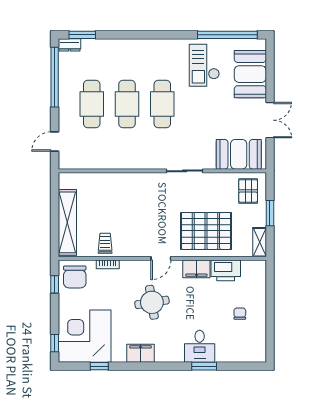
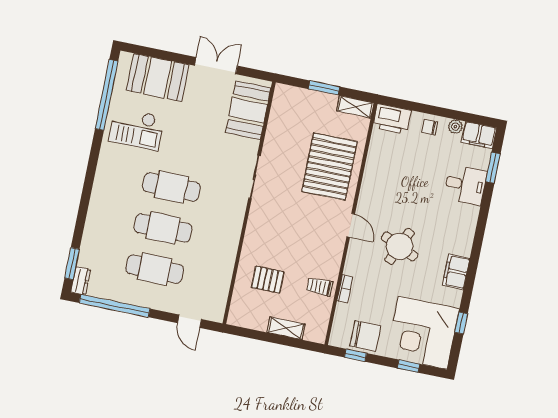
pallet: (248, 191) -> (268, 280), moved
shelving: (67, 222) -> (286, 328), width x0.45, depth x0.75
filing cabinet: (196, 269) -> (479, 135), moved, turned 90
printer: (226, 270) -> (392, 119), moved, turned 90
chair: (75, 277) -> (365, 336), moved
round table: (152, 302) -> (400, 246), turned 33
chair: (240, 314) -> (430, 127), moved
plant: (260, 328) -> (455, 127), added
window: (55, 343) -> (409, 366), moved
desk: (200, 346) -> (465, 185), moved
window: (204, 366) -> (493, 168), moved

